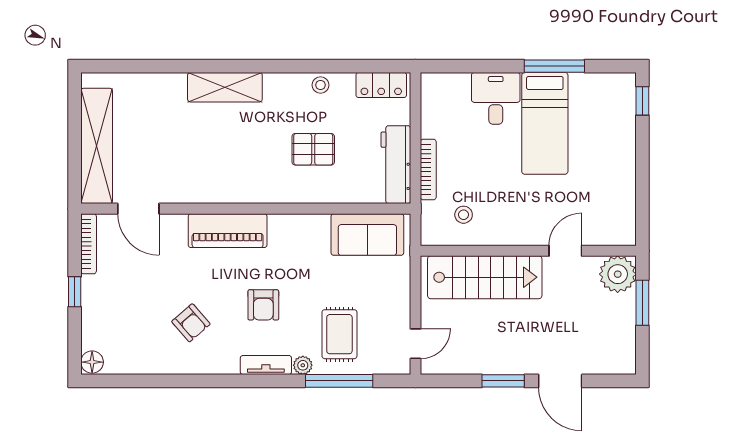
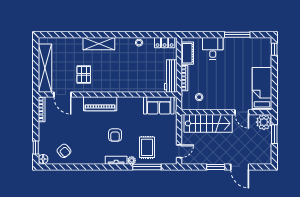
cot: (435, 110) -> (187, 53), added
bed: (545, 123) -> (262, 89), moved, turned 180
pallet: (313, 149) -> (84, 74), moved, turned 90
door: (565, 251) -> (242, 112), swing flipped
window: (75, 292) -> (36, 147), moved
armchair: (191, 323) -> (64, 151), moved

